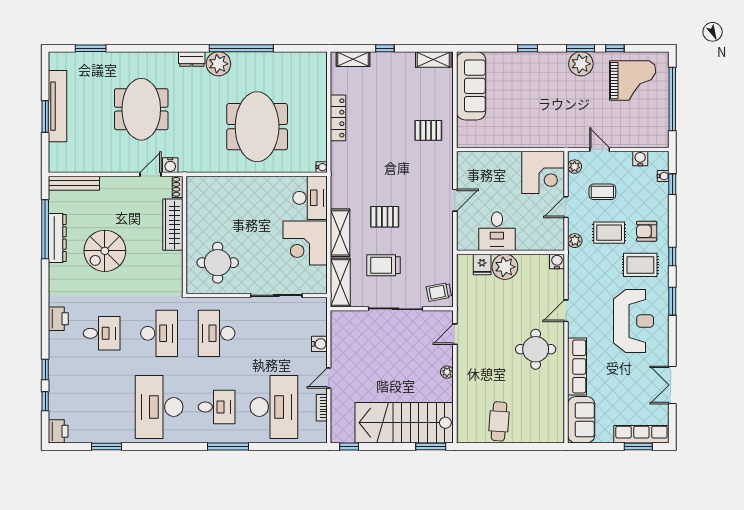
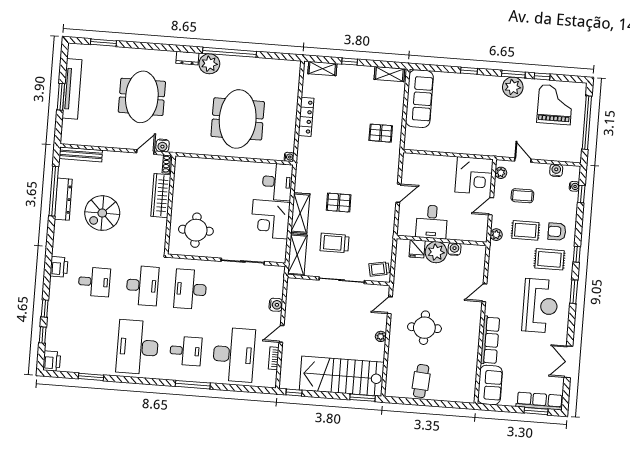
grand piano: (633, 81) -> (555, 105), turned -90
water cooler: (557, 261) -> (454, 249), moved
round table: (536, 349) -> (424, 328), moved

